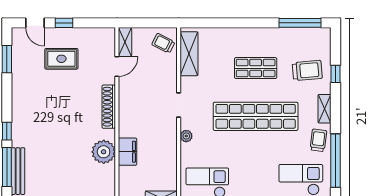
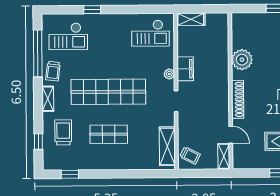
window: (300, 23) -> (70, 174), width x0.46
door: (117, 67) -> (231, 135), swing flipped
trolley: (307, 70) -> (63, 132), turned 95
window: (336, 74) -> (38, 141), moved
filing cabinet: (128, 152) -> (185, 69), moved, turned 180

